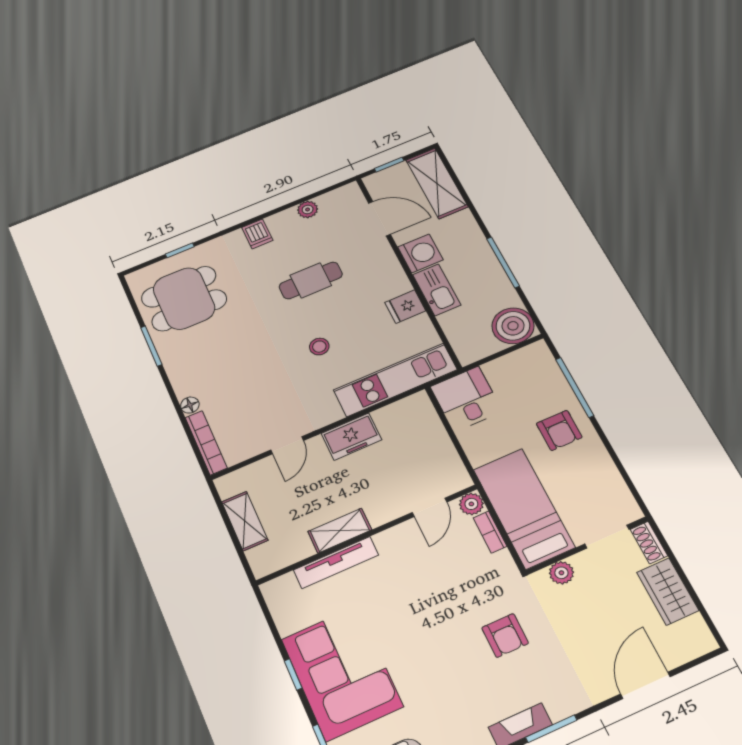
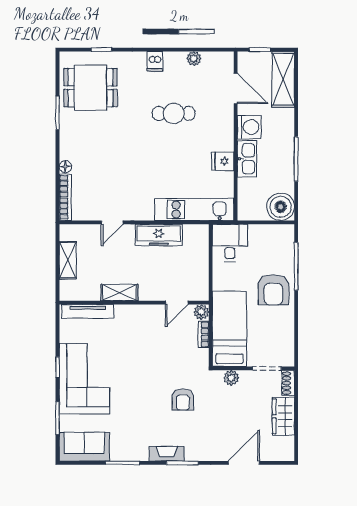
stool: (319, 347) -> (159, 164), removed
armchair: (559, 430) -> (273, 290), width x1.38, depth x1.38
freezer: (351, 437) -> (159, 235), width x1.40
tv unit: (336, 562) -> (88, 311), moved

